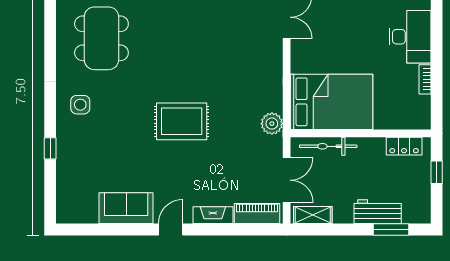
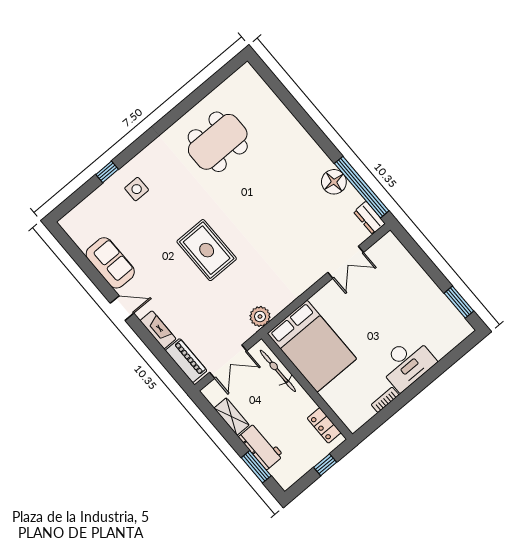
side table: (80, 105) -> (137, 189), moved
shelving: (313, 215) -> (232, 417), moved

